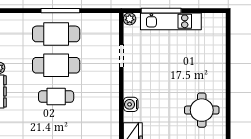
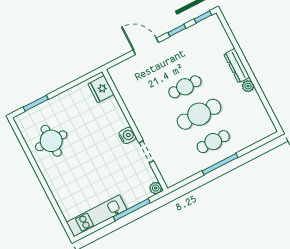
kitchen unit: (171, 21) -> (97, 216), moved
cafe table: (56, 34) -> (213, 142), width x0.73, depth x0.74
water cooler: (131, 104) -> (127, 136), moved

